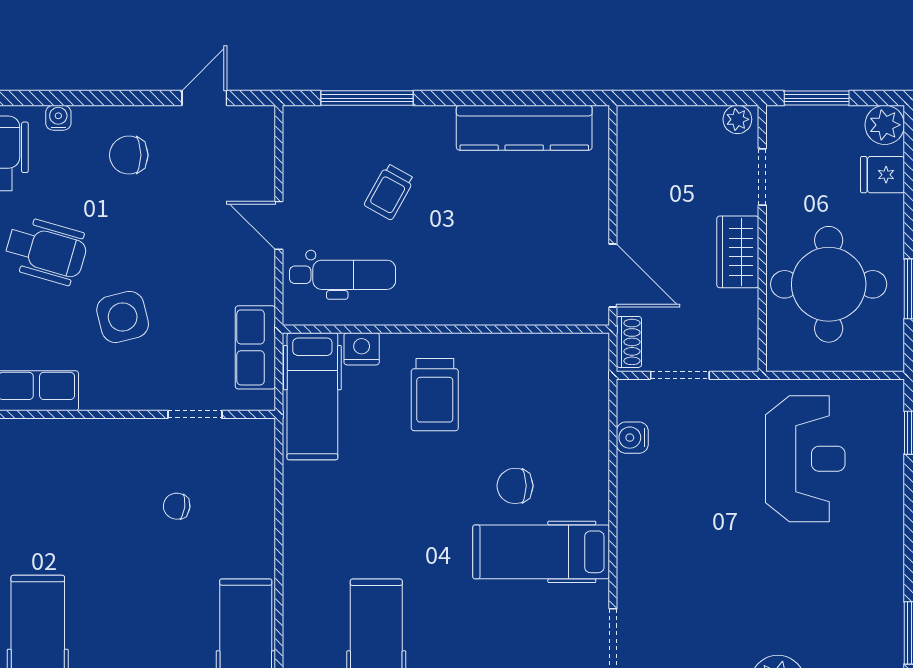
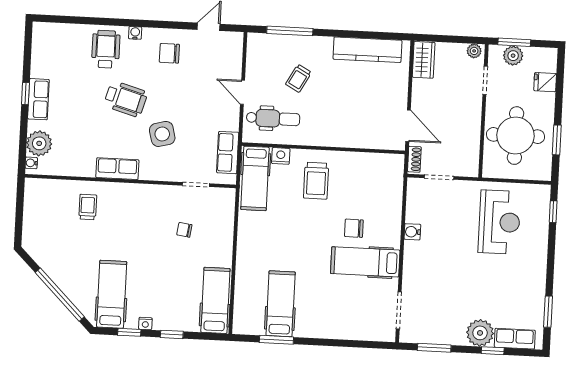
plant: (885, 125) -> (513, 56), moved
wardrobe: (738, 252) -> (424, 60), moved, turned 180
water cooler: (632, 438) -> (412, 232), moved

